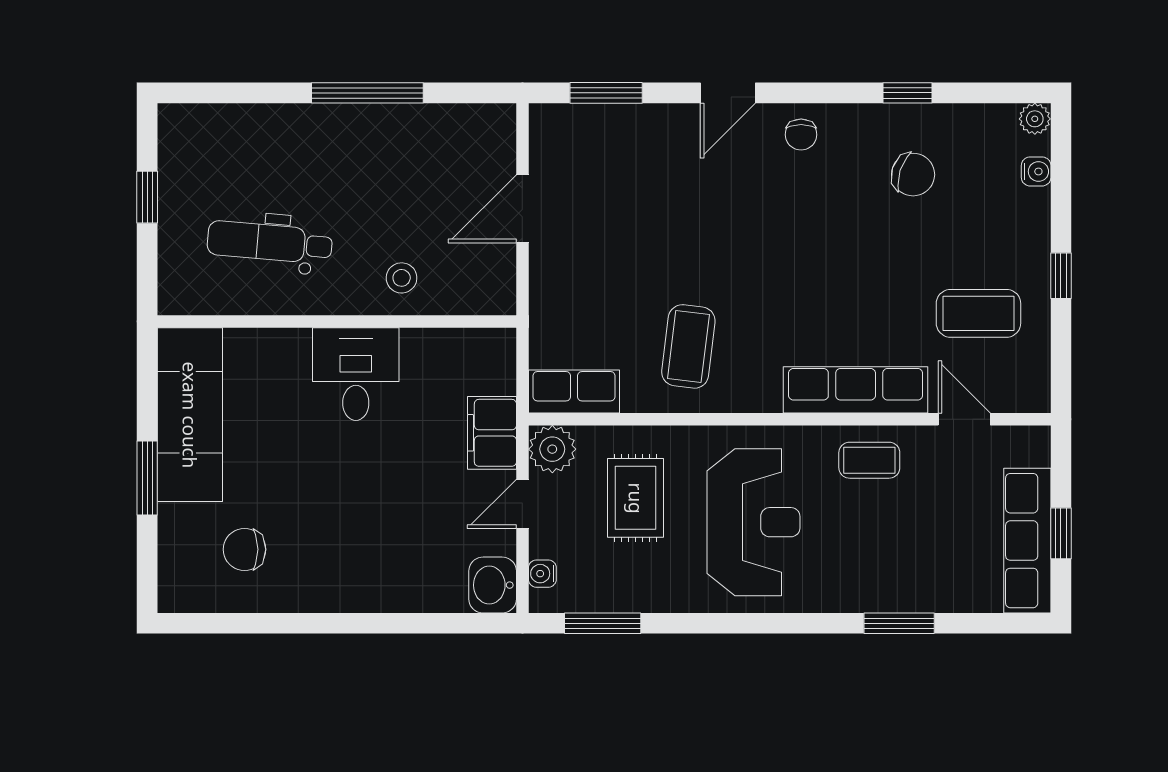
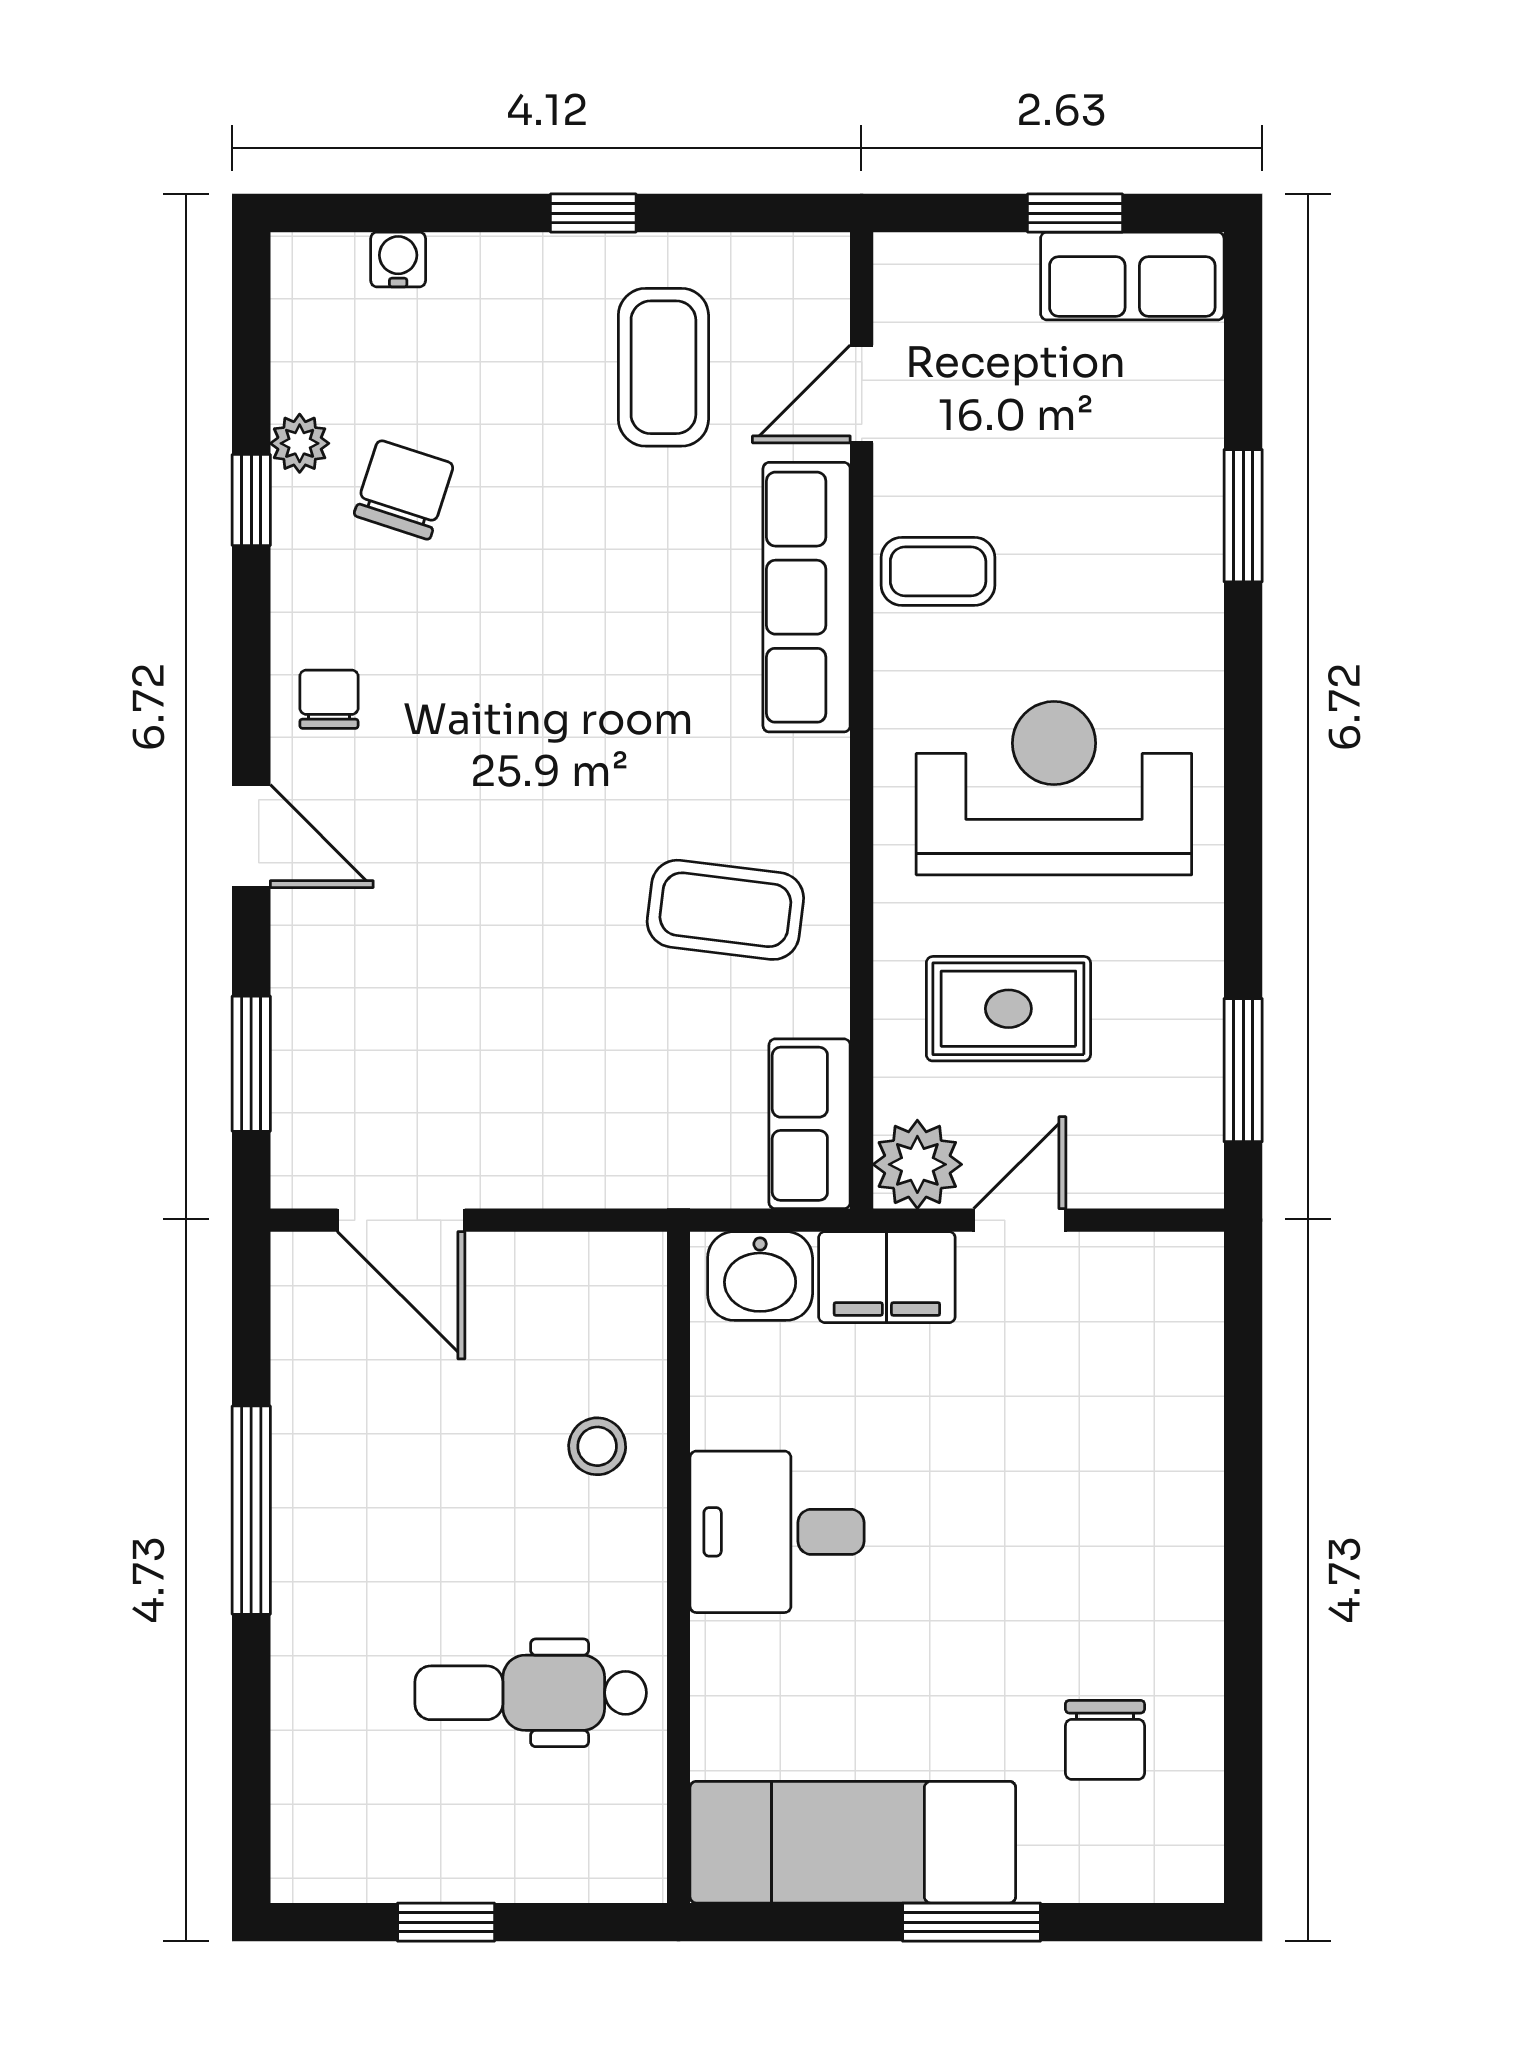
plant: (1035, 119) -> (300, 443), moved
chair: (801, 135) -> (329, 699), turned -90
door: (522, 209) -> (401, 1220), moved
dental chair: (270, 242) -> (531, 1693), turned 85
coffee table: (869, 460) -> (938, 571), turned 90
door: (522, 504) -> (1020, 1220), swing flipped
row of seats: (1027, 541) -> (1132, 276), width x0.68
water cooler: (542, 574) -> (1150, 1183), removed
washbasin: (493, 585) -> (760, 1276), moved

